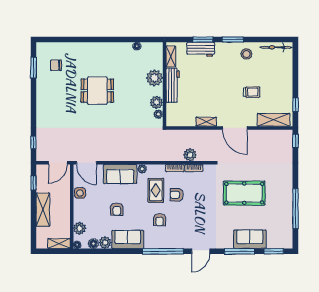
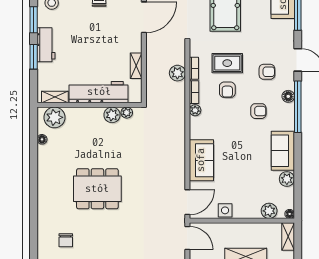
workbench: (201, 49) -> (46, 45), moved
plant: (154, 78) -> (54, 117), moved
workbench: (173, 85) -> (99, 92), width x1.36, depth x1.32
dining table: (97, 91) -> (97, 189), width x1.38
shelving: (206, 122) -> (136, 66), moved
plant: (142, 169) -> (195, 110), moved
rug: (156, 190) -> (227, 63), moved
armchair: (117, 209) -> (267, 72), moved
floor lamp: (93, 244) -> (288, 96), moved

